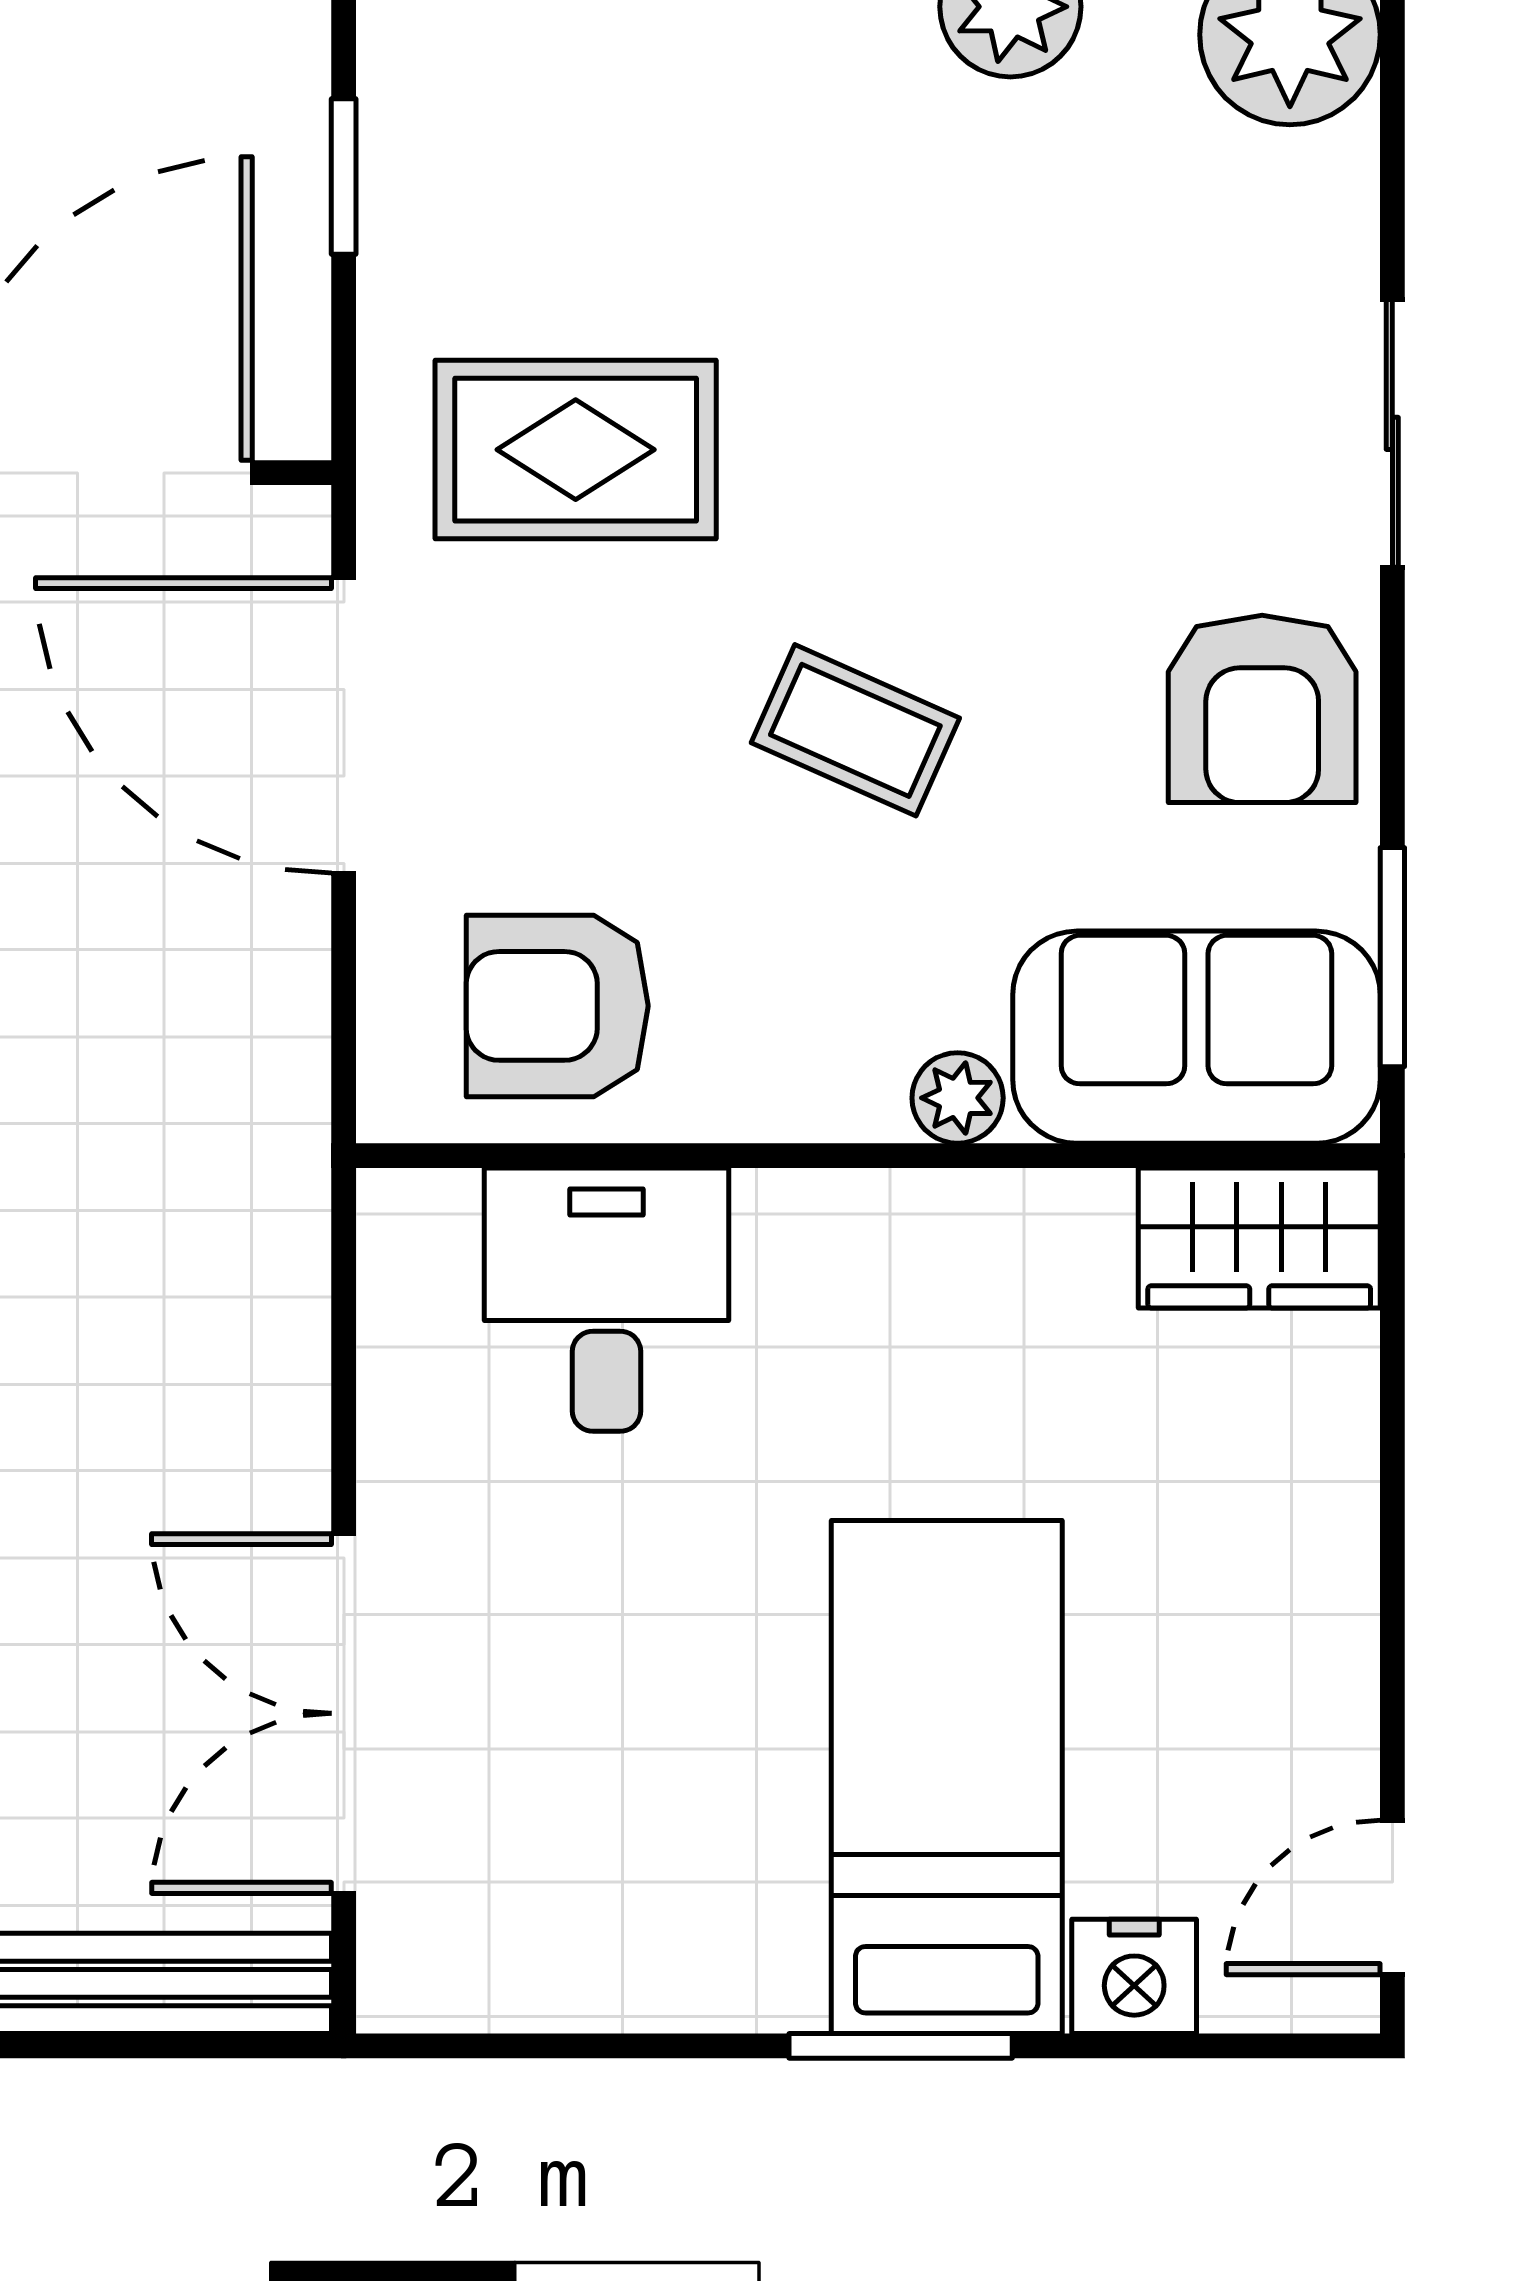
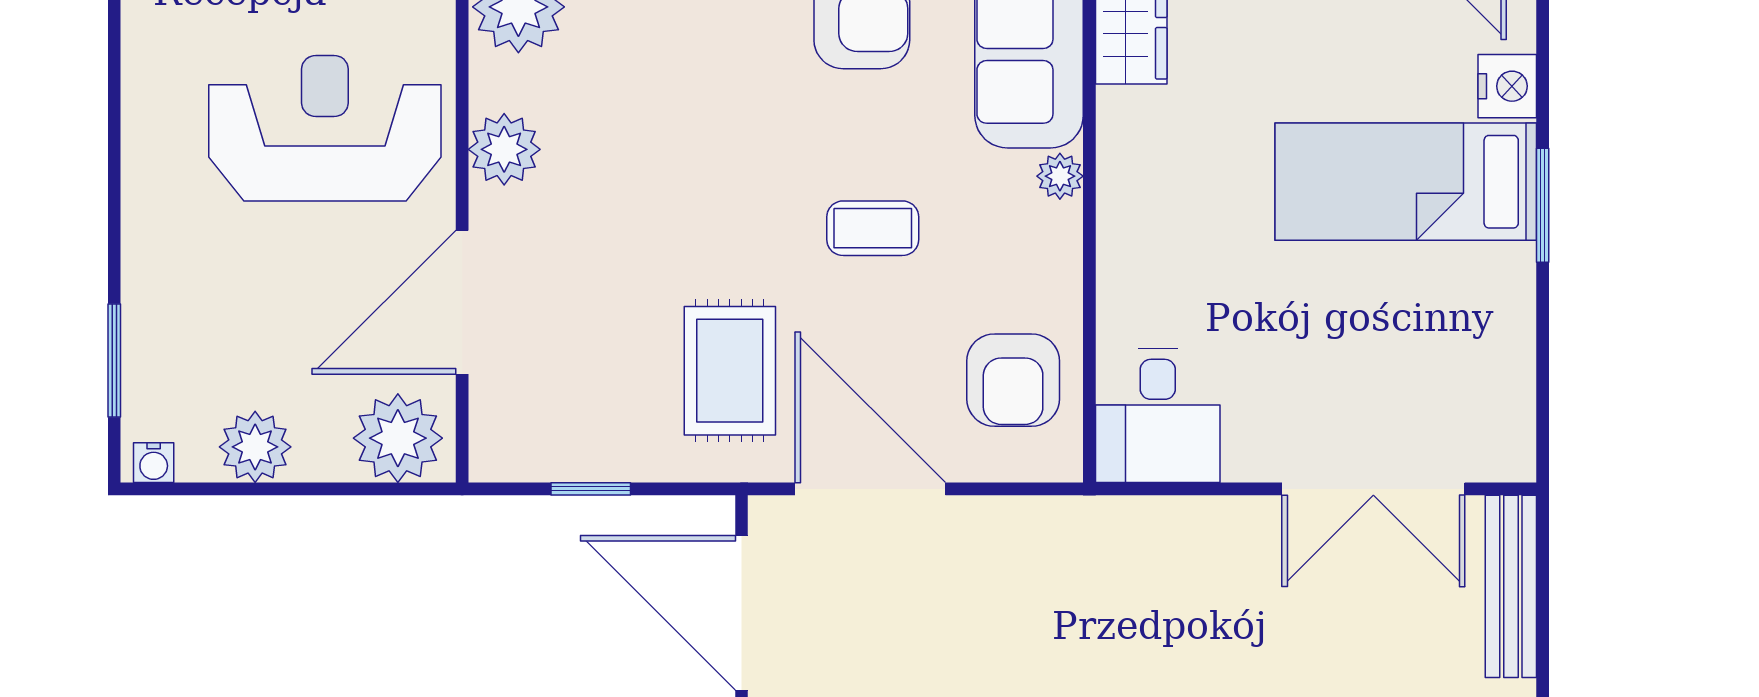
door: (344, 725) -> (870, 489), swing flipped
coffee table: (855, 730) -> (873, 228), turned 66
desk: (607, 1300) -> (1158, 416), moved, turned -90

